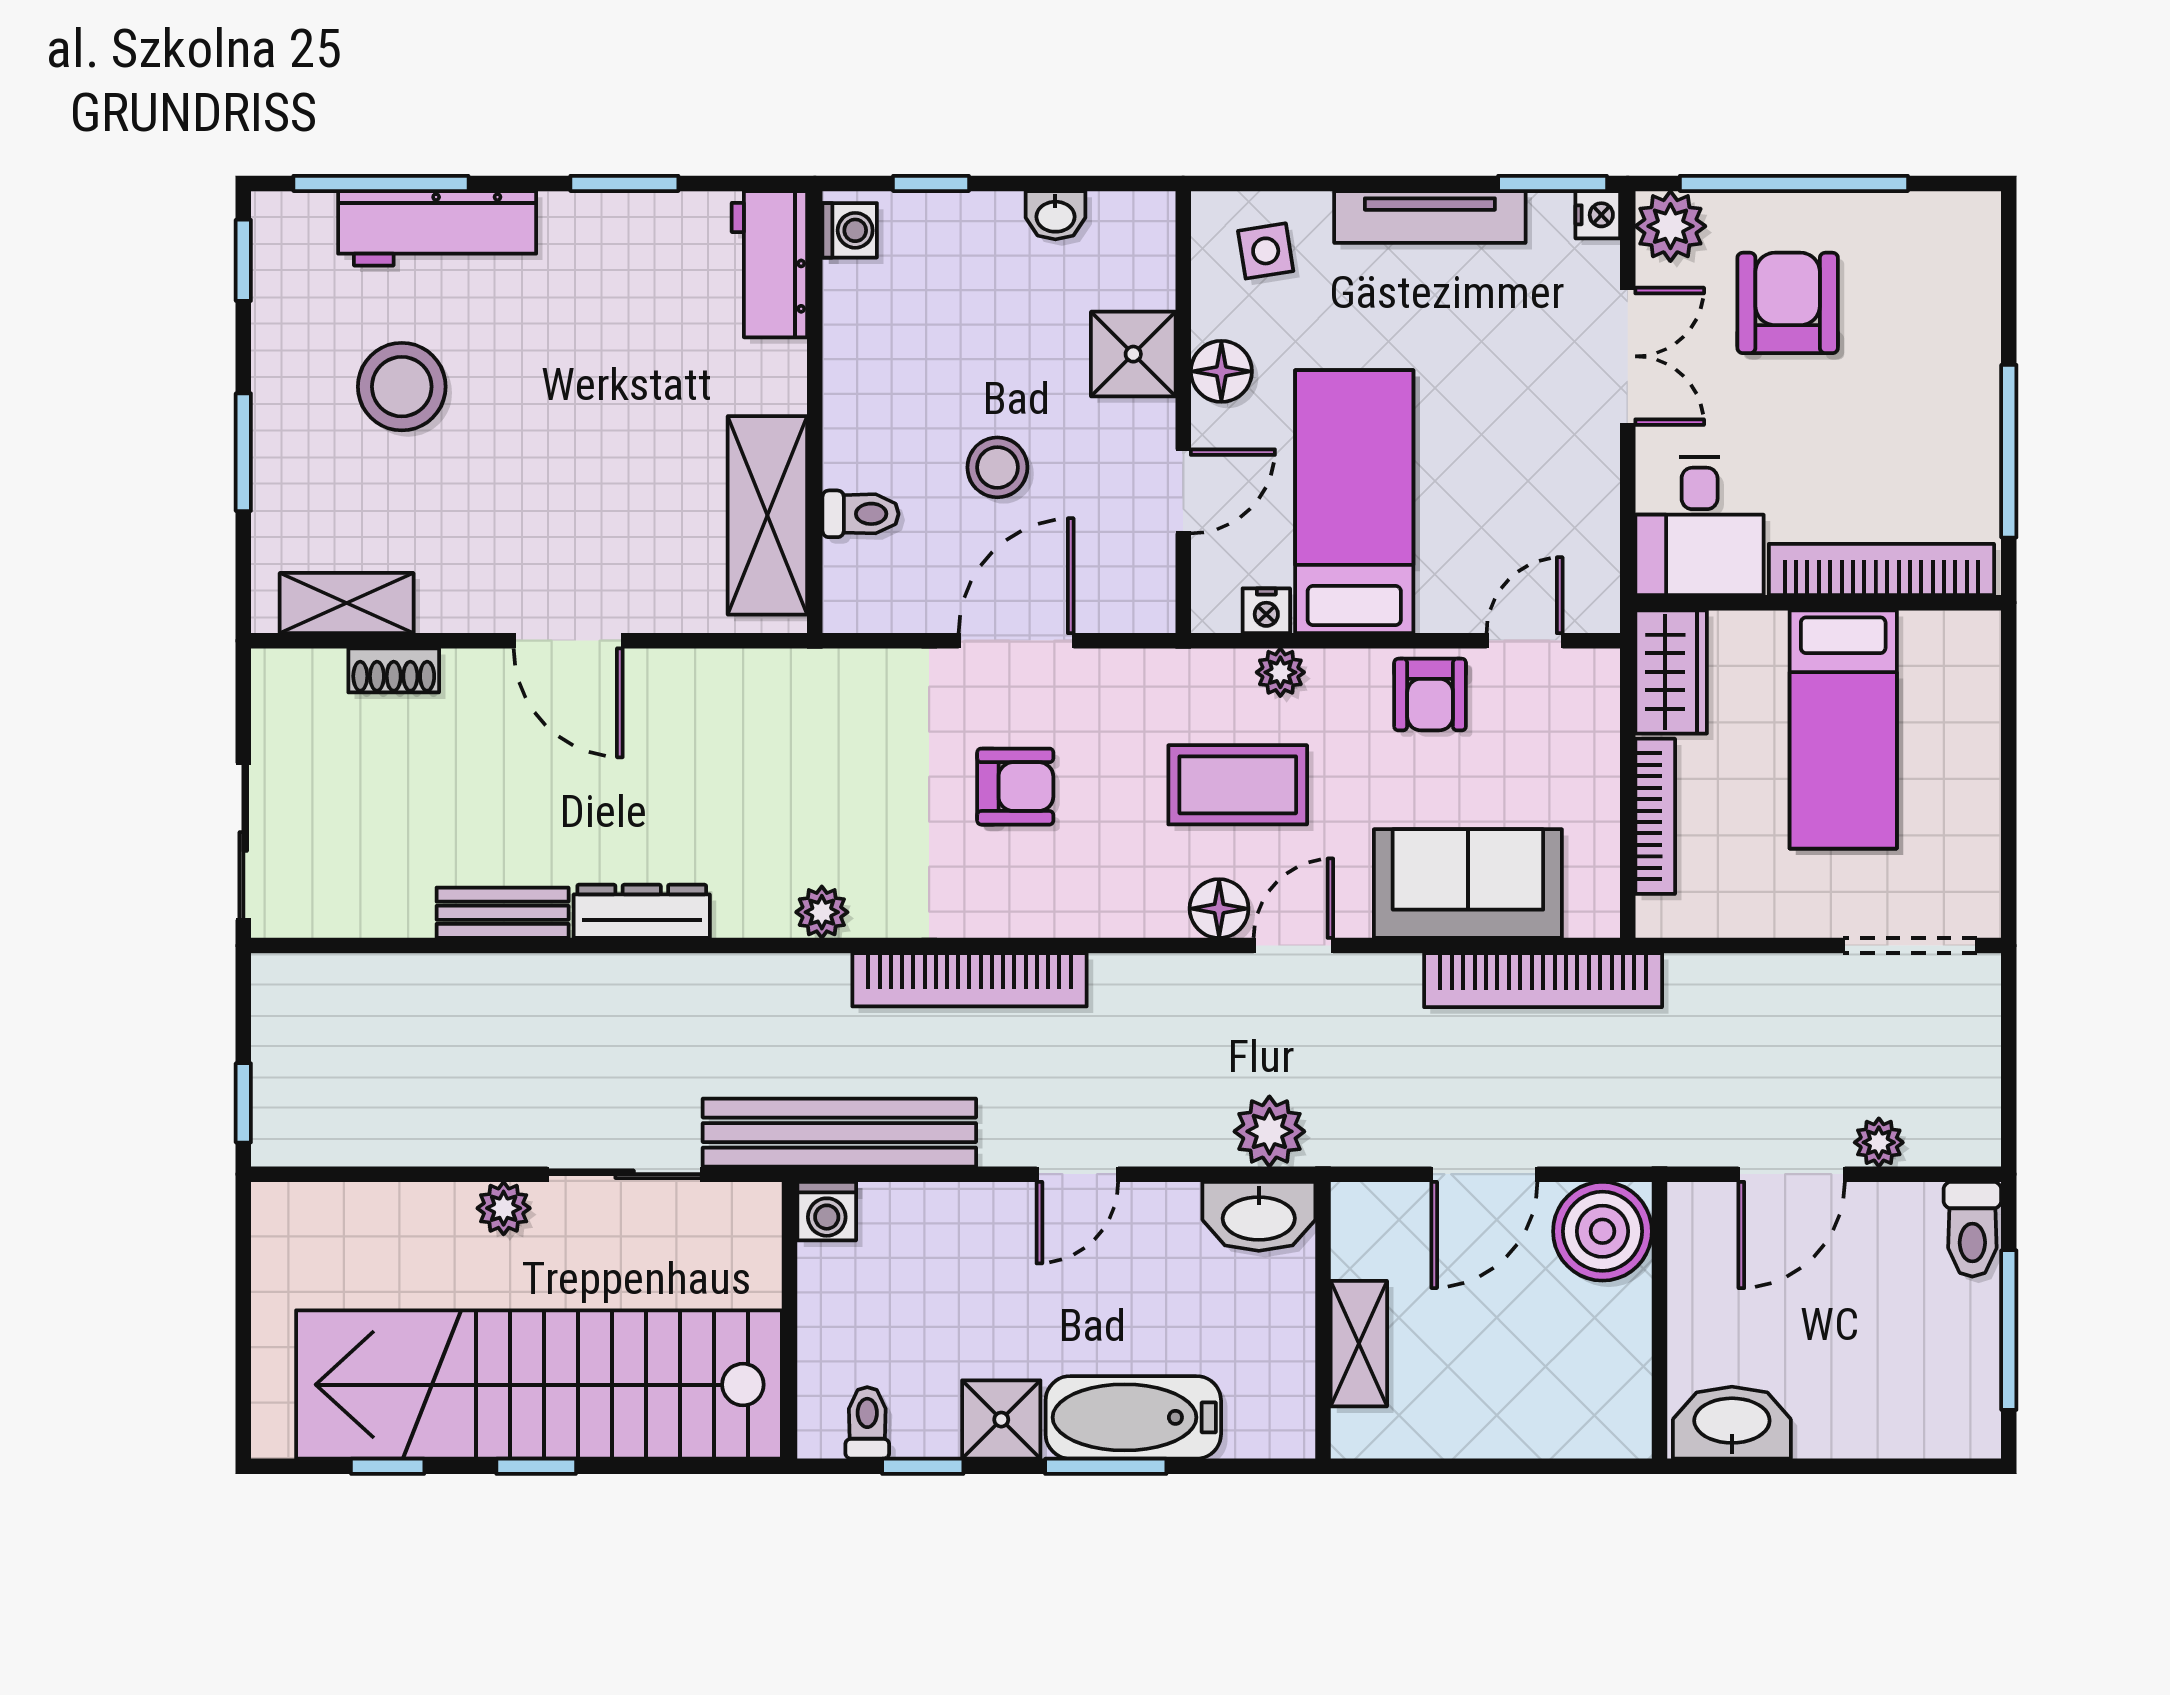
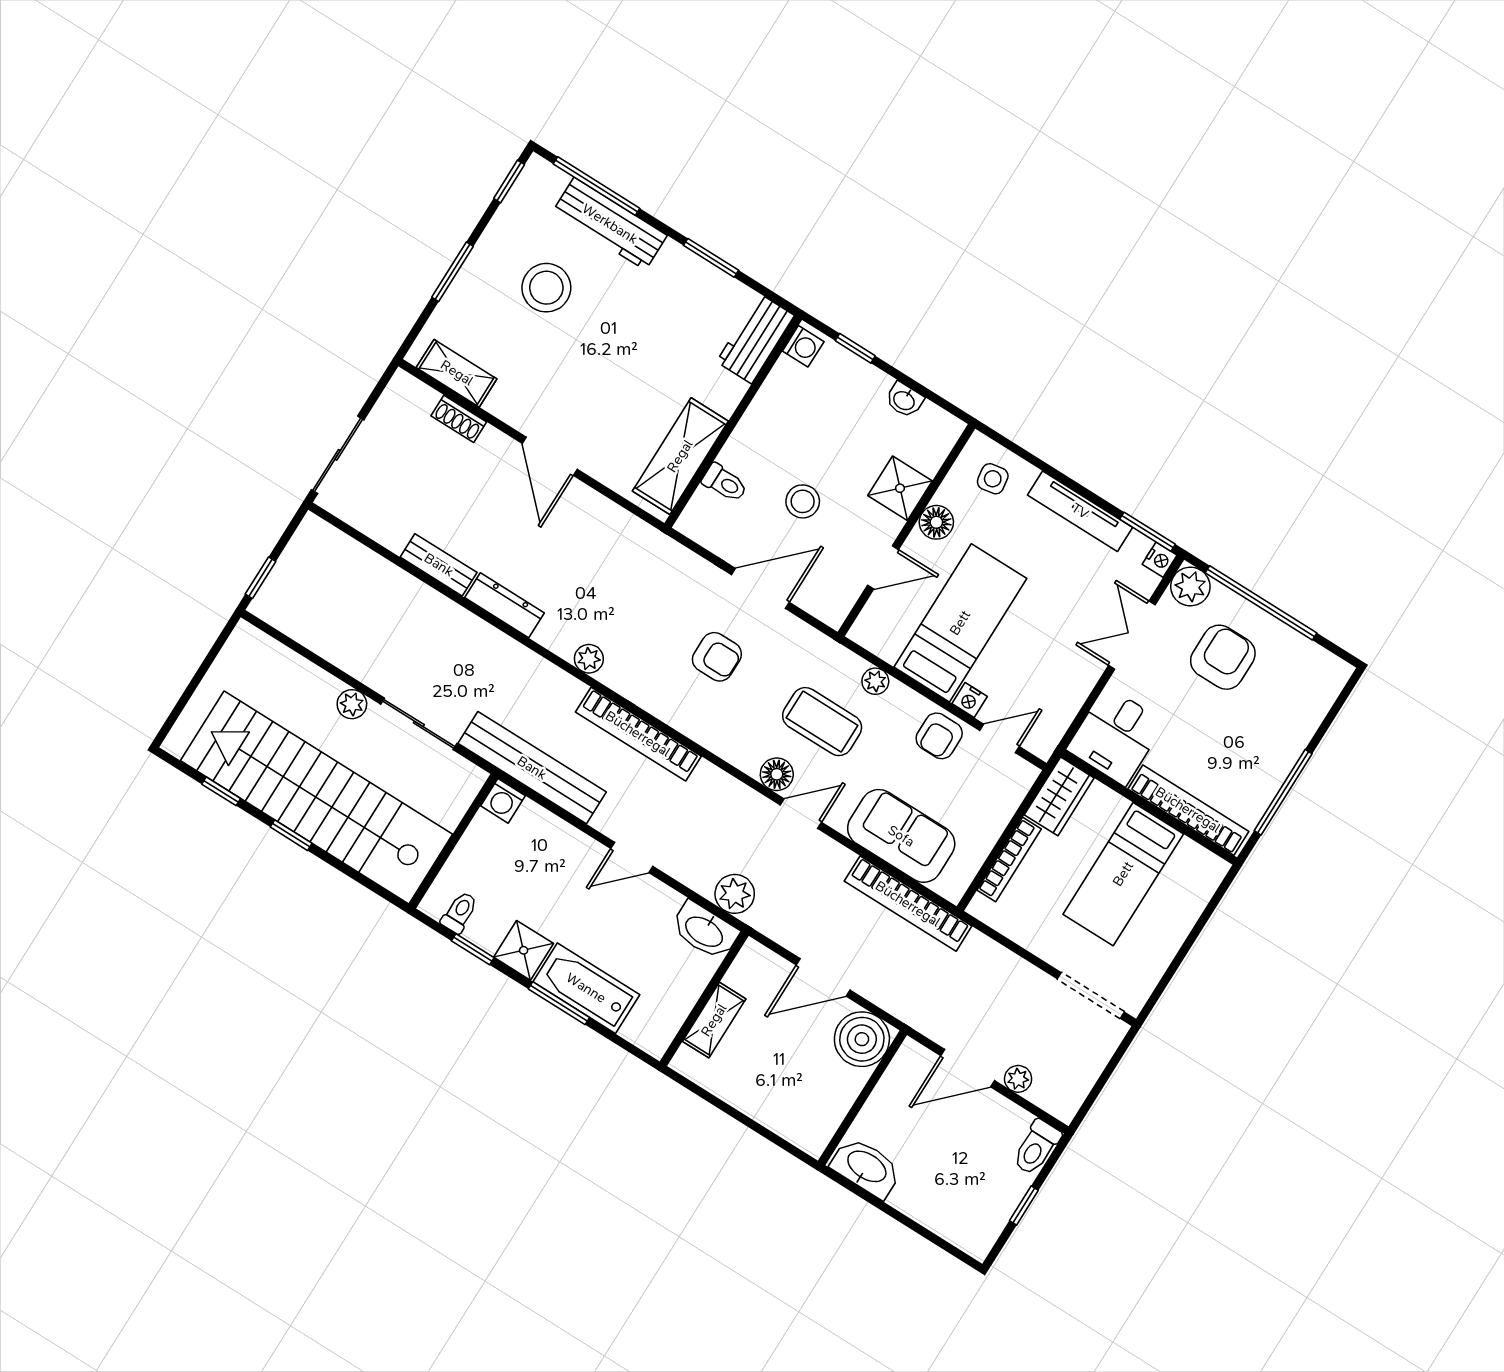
double door: (1628, 356) -> (1132, 635), swing flipped
nightstand: (1266, 611) -> (970, 700), moved
window: (2009, 1330) -> (1024, 1205), width x0.46

